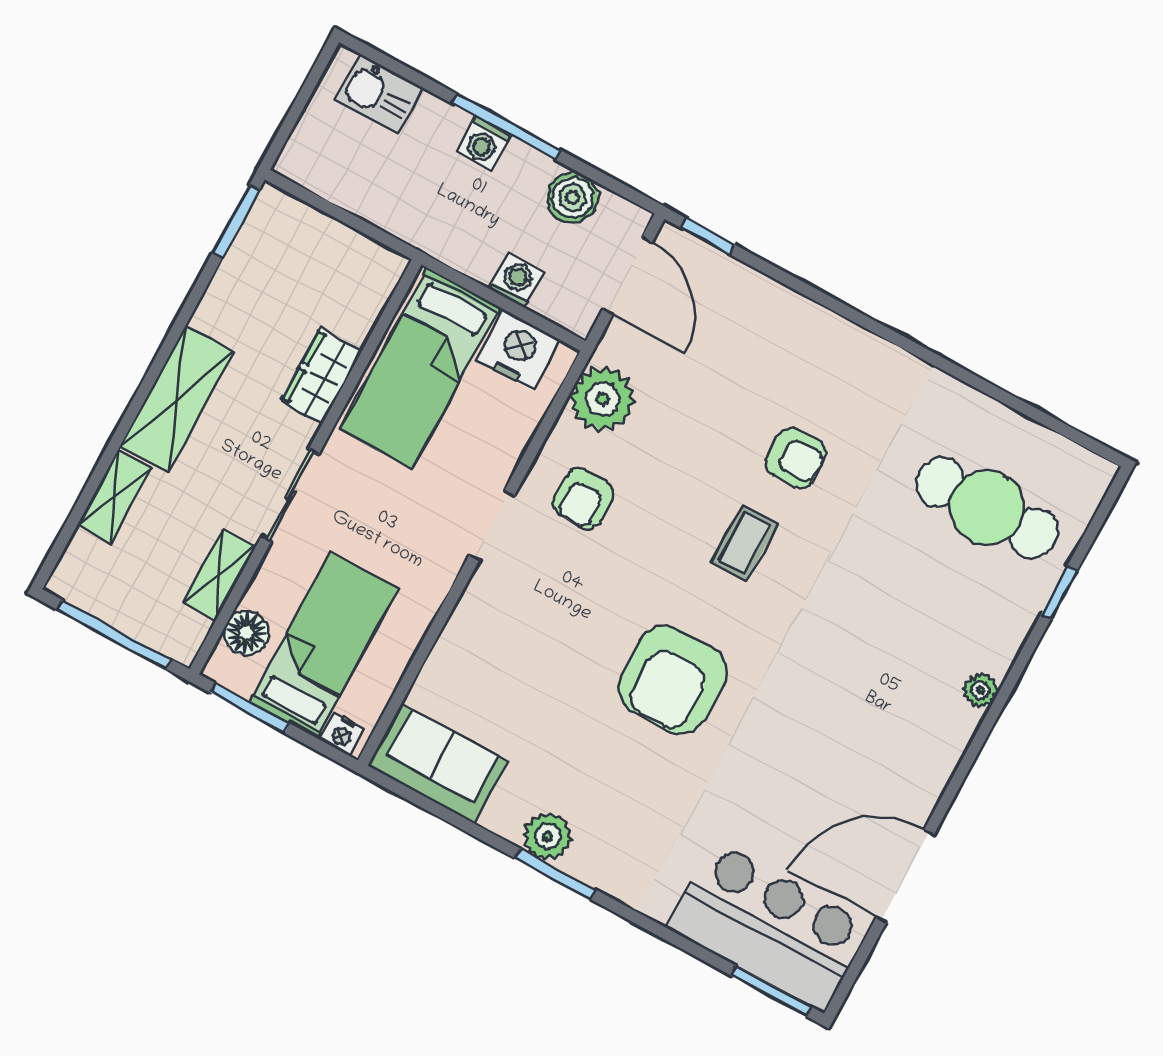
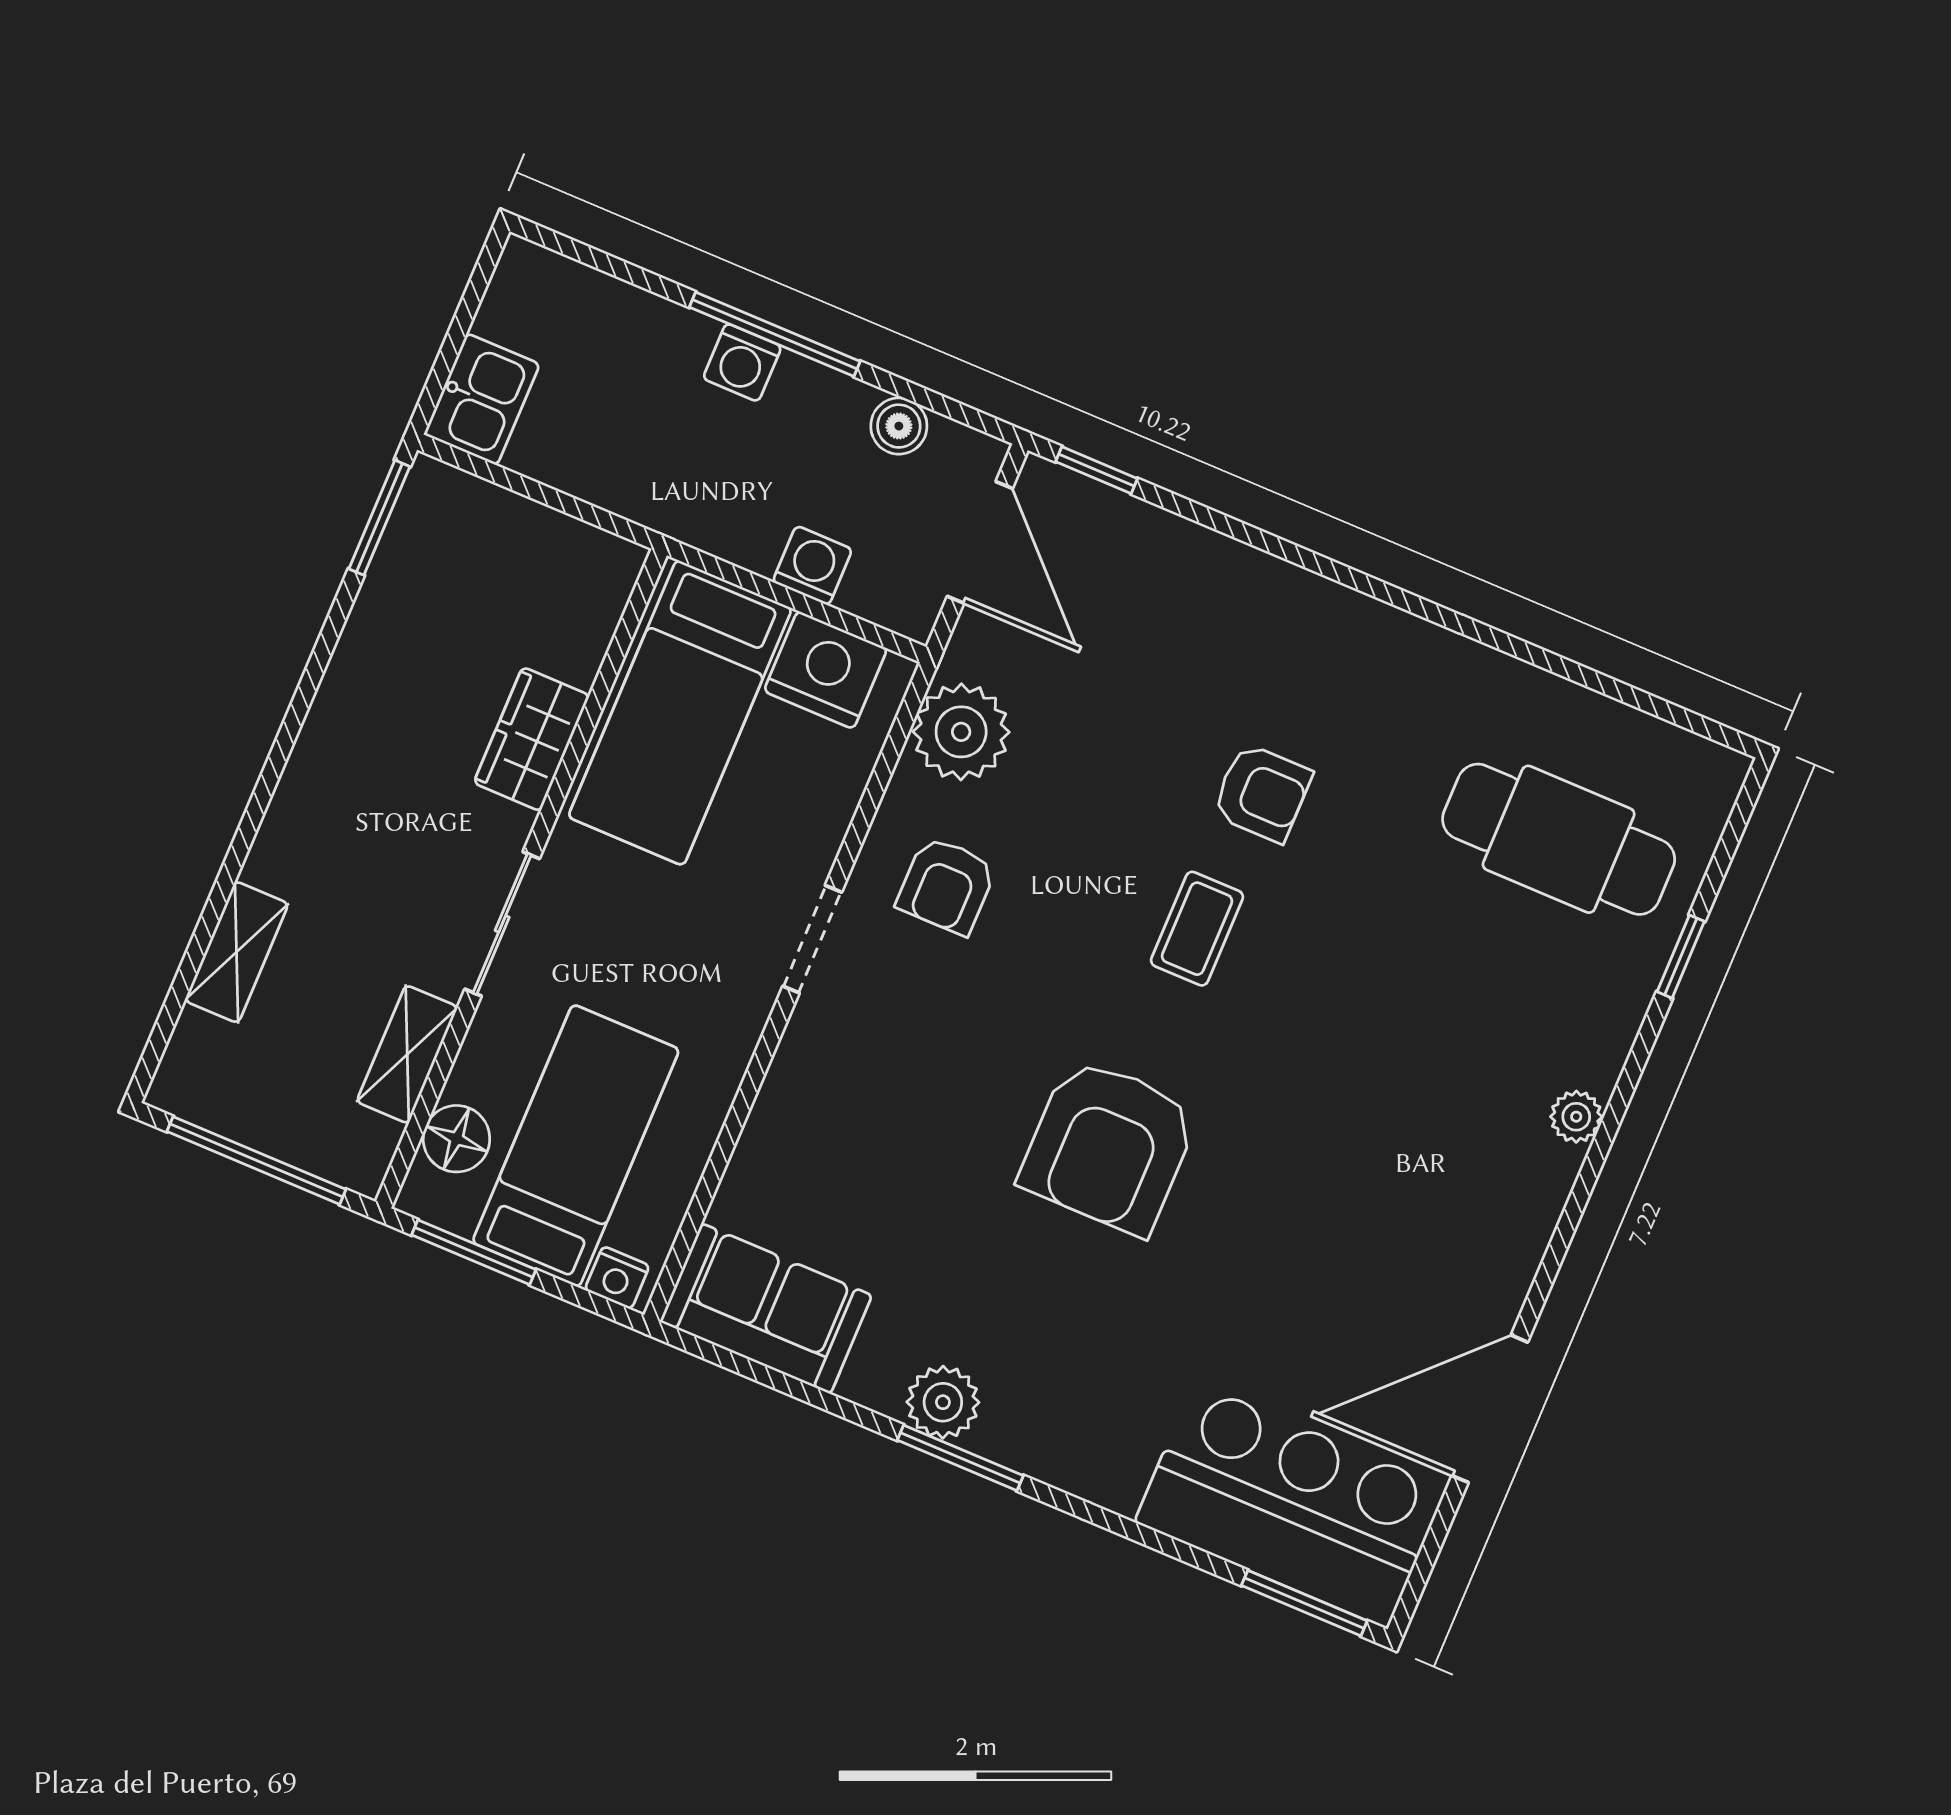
kitchen sink: (379, 94) -> (482, 399), moved, turned -90
boiler: (572, 198) -> (899, 426), width x0.73, depth x0.73
shelving: (177, 399) -> (316, 795), removed

